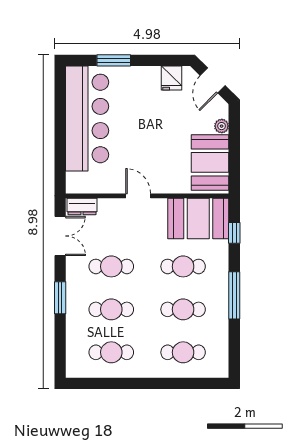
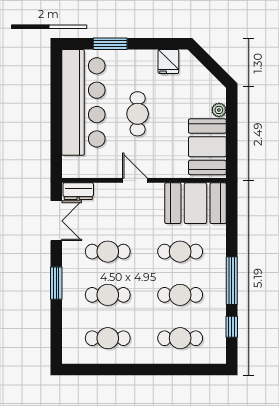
door: (213, 80) -> (210, 64), removed
cafe table: (141, 130) -> (138, 114), added
window: (234, 233) -> (232, 327), moved

